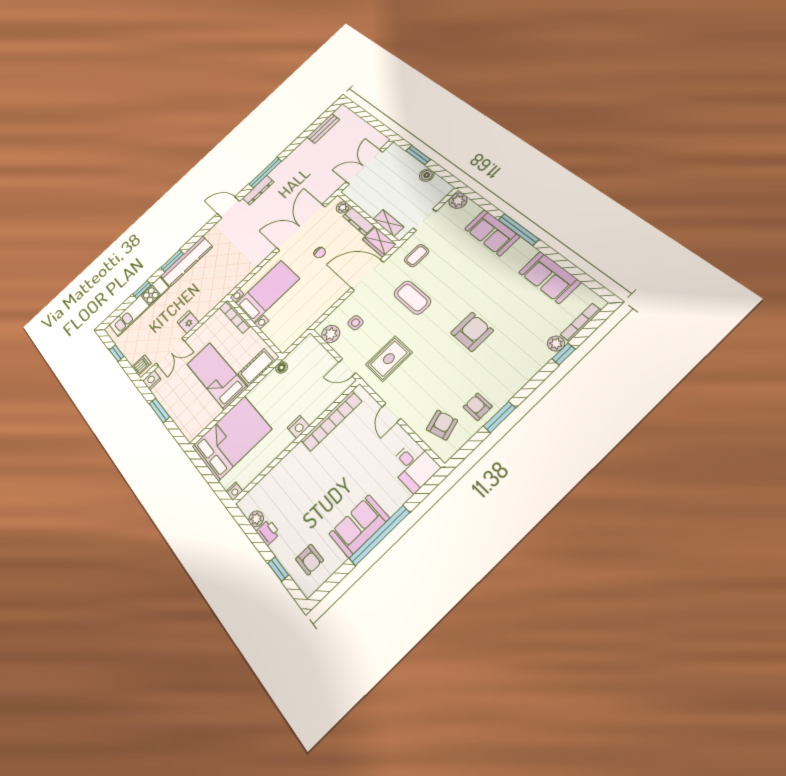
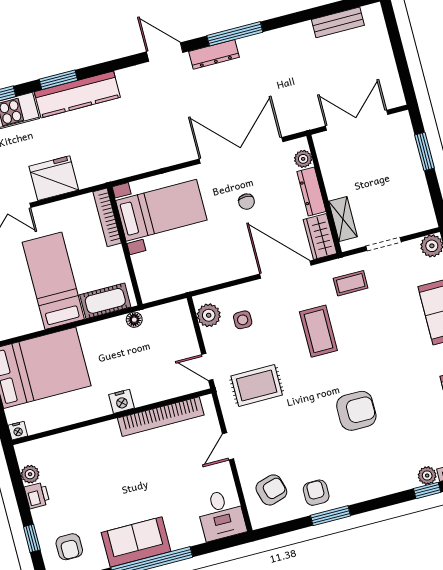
boiler: (427, 175) -> (418, 187), removed
fridge: (188, 322) -> (54, 178), width x1.88, depth x1.34

